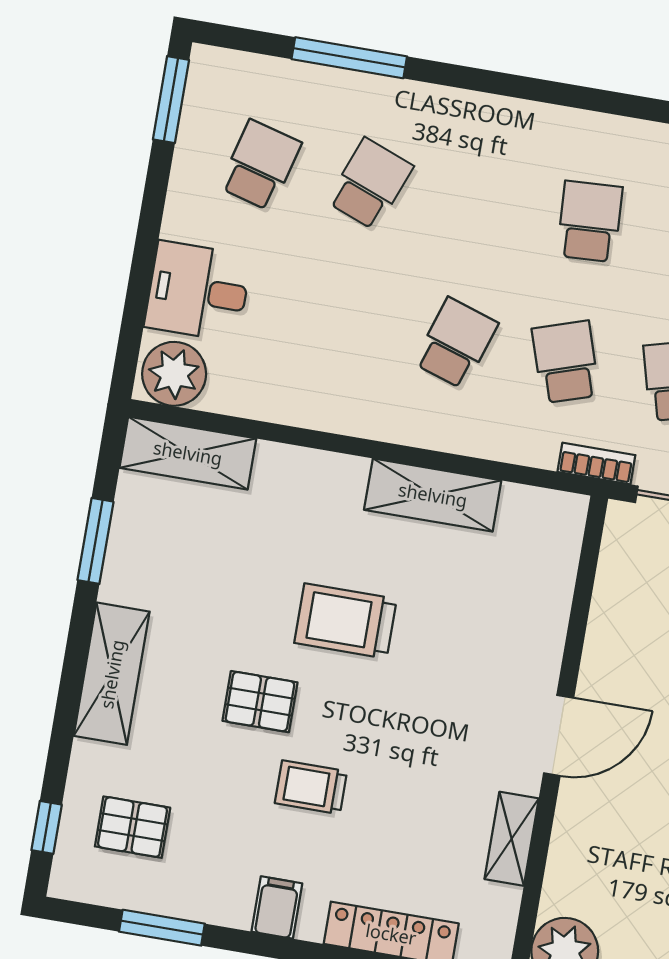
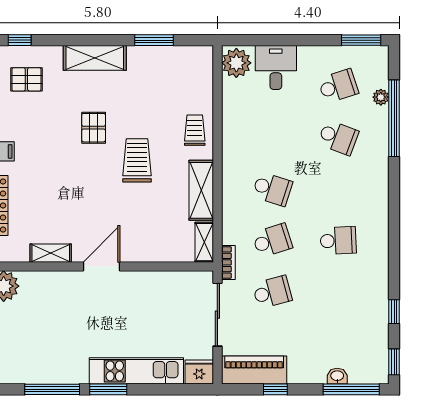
window: (349, 58) -> (394, 118), width x1.46
plant: (300, 78) -> (381, 97), added
school desk: (260, 165) -> (338, 86), turned -33
shelving: (188, 453) -> (204, 242), moved, width x0.67, depth x0.75
door: (559, 735) -> (101, 266), swing flipped
trolley: (311, 787) -> (195, 130), moved
pallet: (133, 827) -> (26, 79), turned 90

